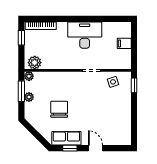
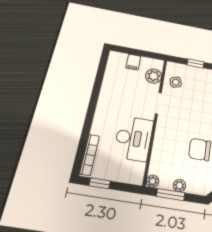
desk: (85, 35) -> (134, 138), moved, turned 180
plant: (35, 63) -> (154, 76), moved
window: (134, 85) -> (196, 64), moved

